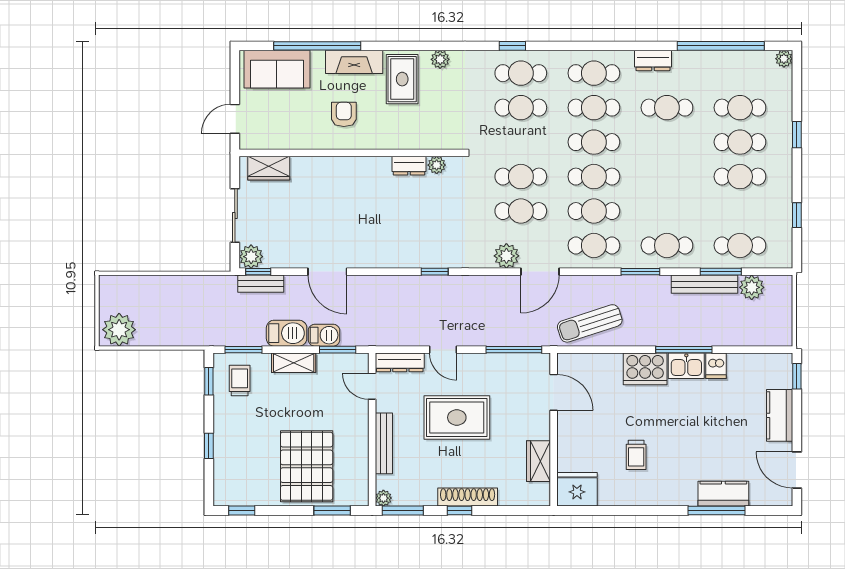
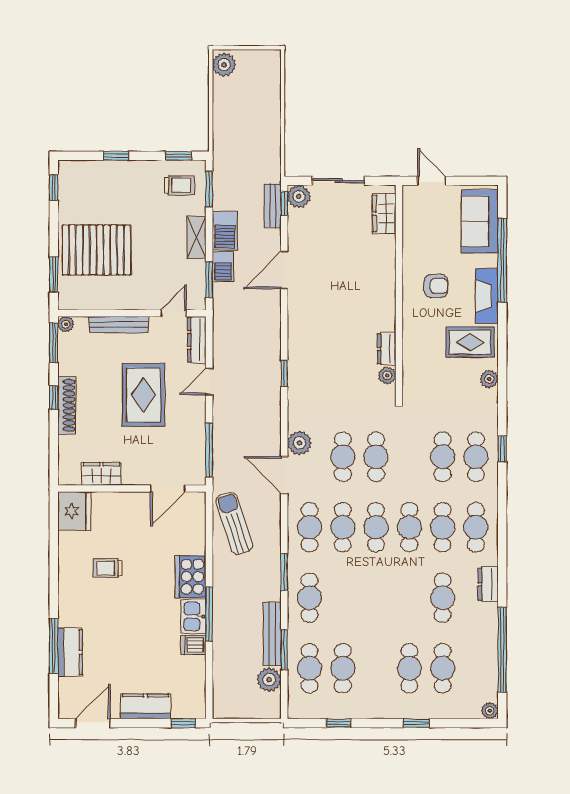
cafe table: (740, 177) -> (343, 668), moved
plant: (119, 330) -> (224, 65), width x0.73, depth x0.73

